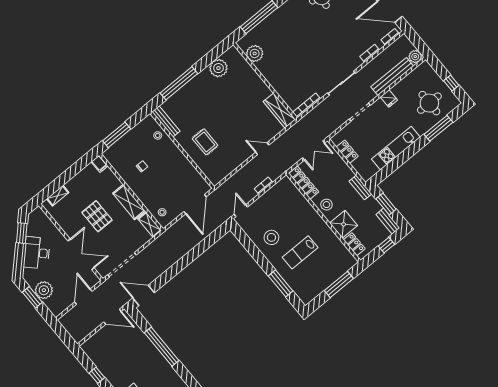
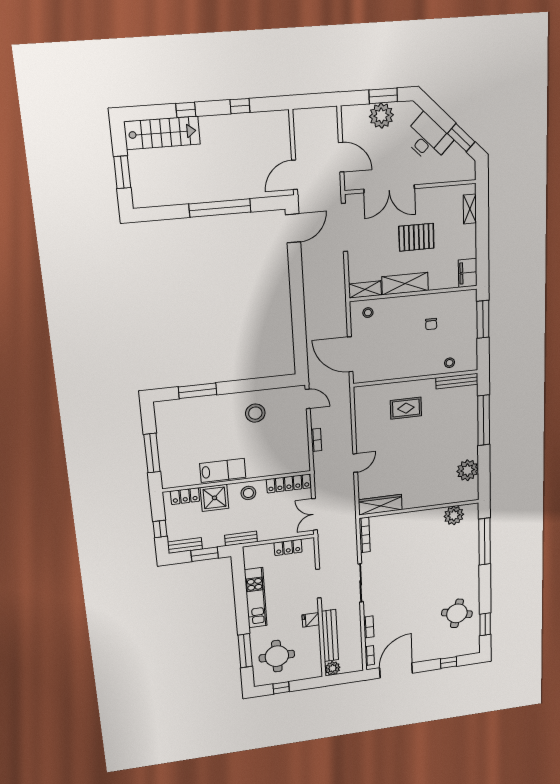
filing cabinet: (100, 164) -> (468, 273), width x2.00
lab bench: (300, 252) -> (223, 470), moved, turned 90

